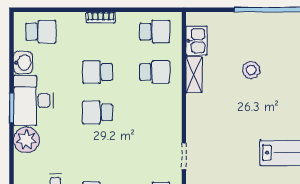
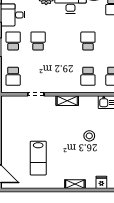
shelving: (194, 75) -> (67, 101), moved
school desk: (98, 112) -> (38, 41), moved

